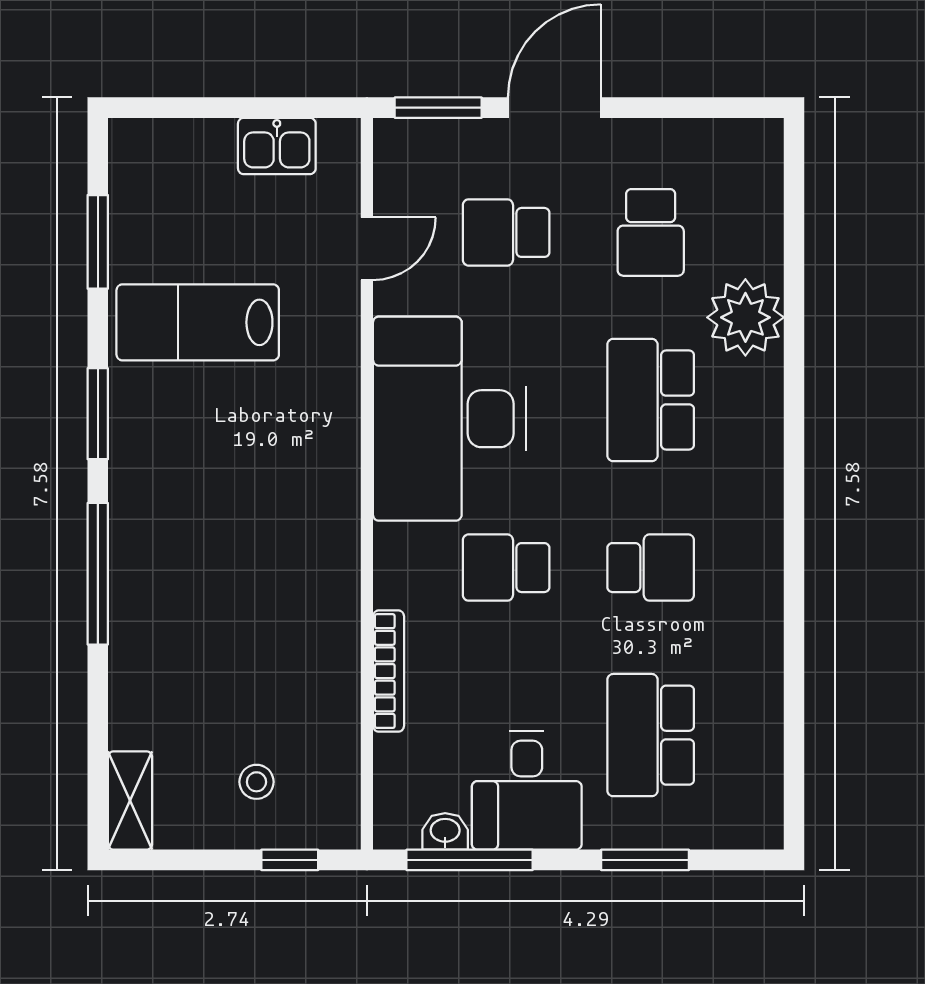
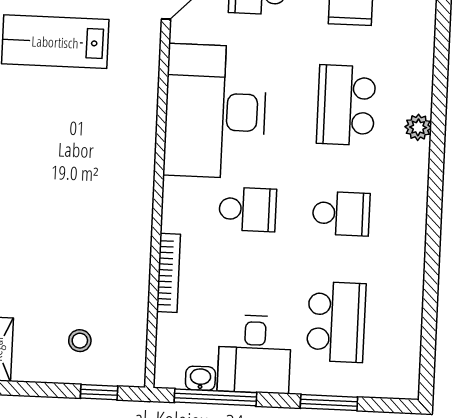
plant: (745, 317) -> (418, 127), moved, width x0.53, depth x0.53
school desk: (506, 568) -> (248, 209), turned 180
school desk: (651, 735) -> (336, 322), turned 180

